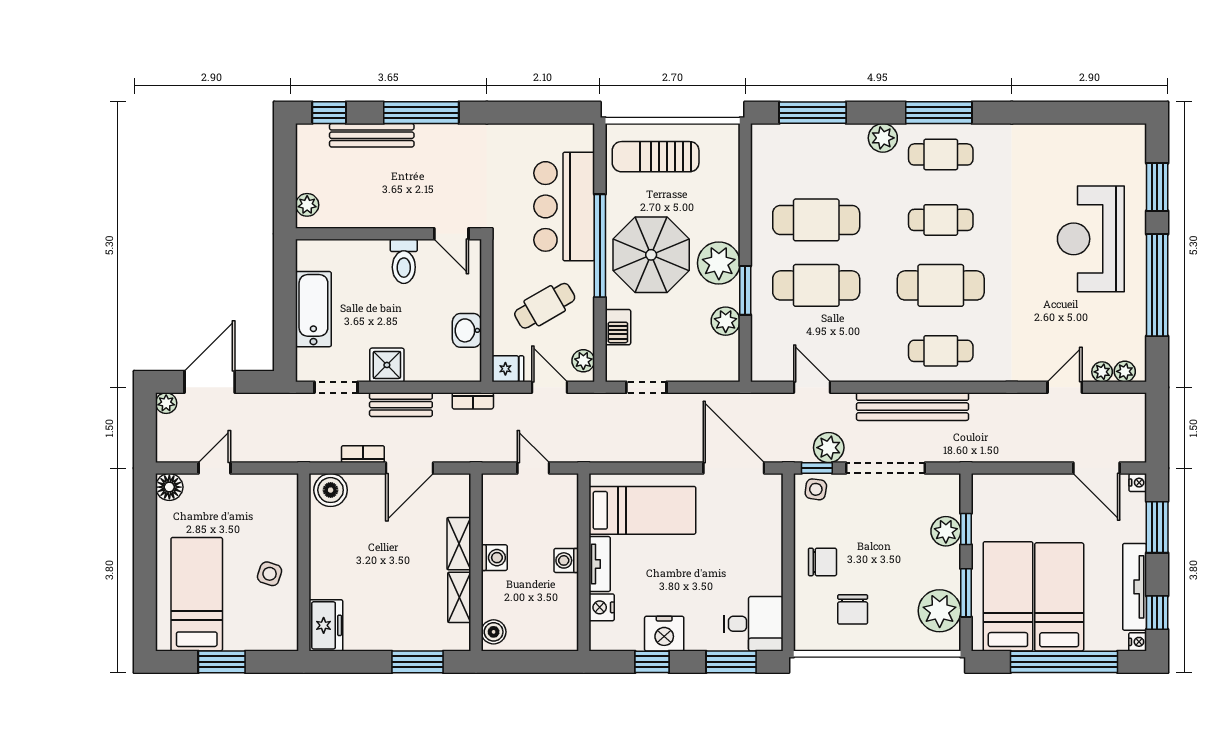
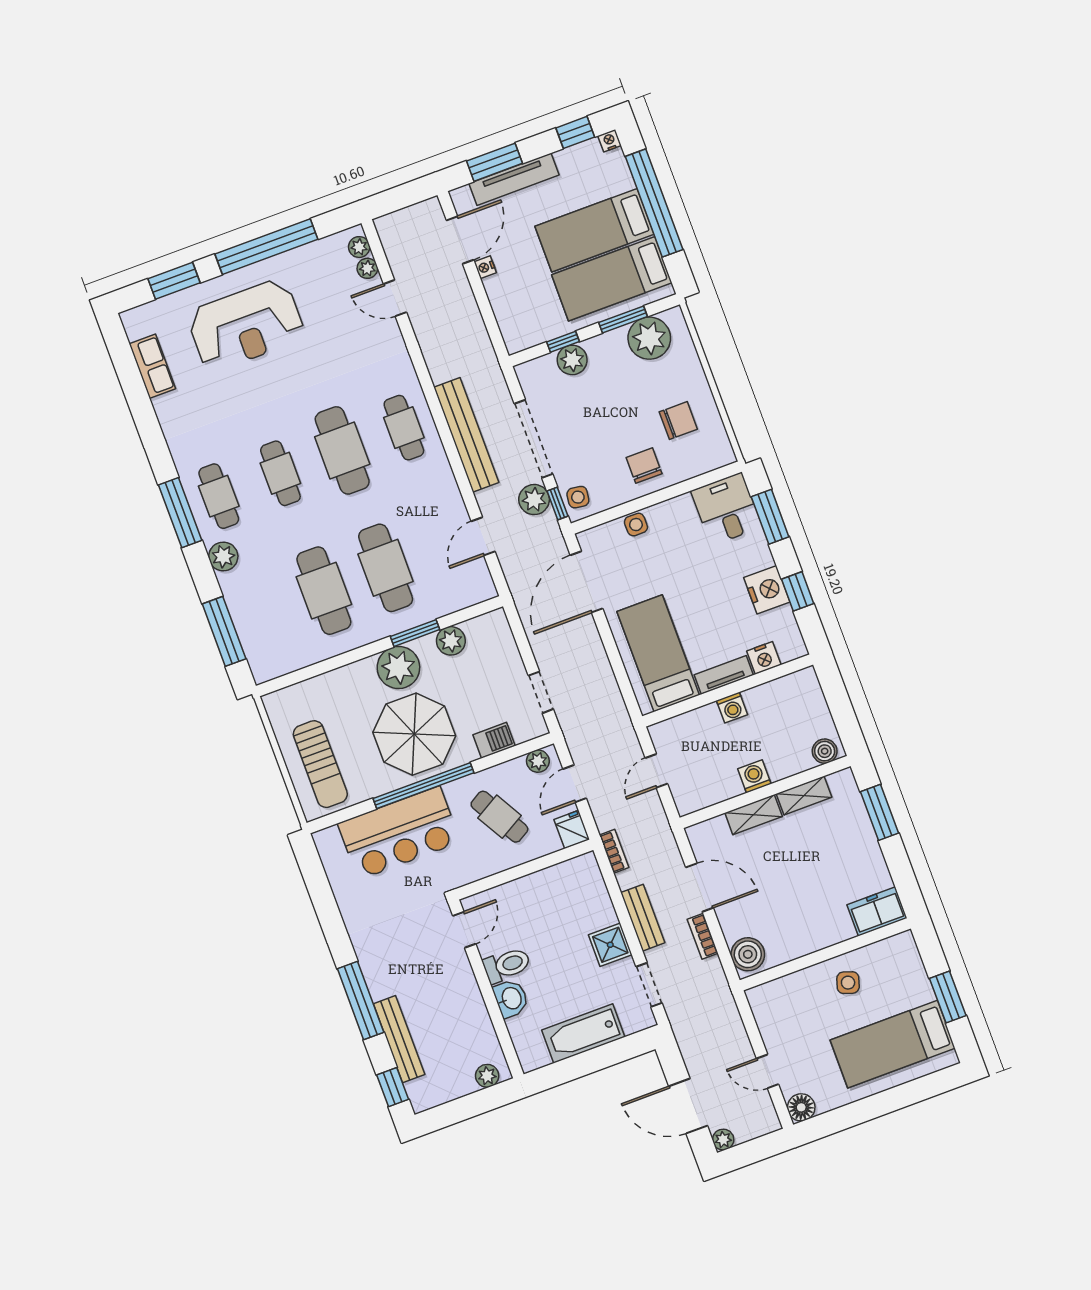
row of seats: (1085, 137) -> (152, 366), added
washbasin: (467, 330) -> (511, 998), moved, turned -90
nightstand: (1138, 483) -> (485, 267), moved, turned -90
side table: (770, 534) -> (636, 525), added
tv unit: (1135, 587) -> (514, 179), moved

